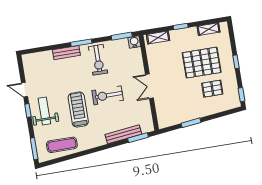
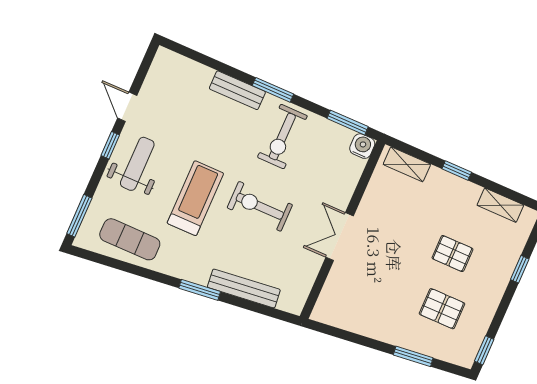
window: (236, 62) -> (520, 269), moved
pallet: (202, 63) -> (452, 254), width x0.49, depth x0.50
window: (191, 123) -> (413, 356), moved
window: (138, 138) -> (200, 290), moved

